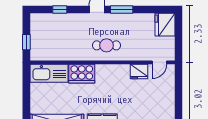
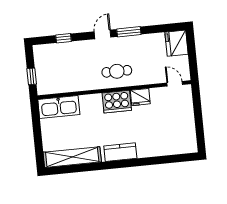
door: (159, 62) -> (175, 84), swing flipped
fridge: (139, 72) -> (140, 97), moved
cooker: (82, 74) -> (117, 102), moved

